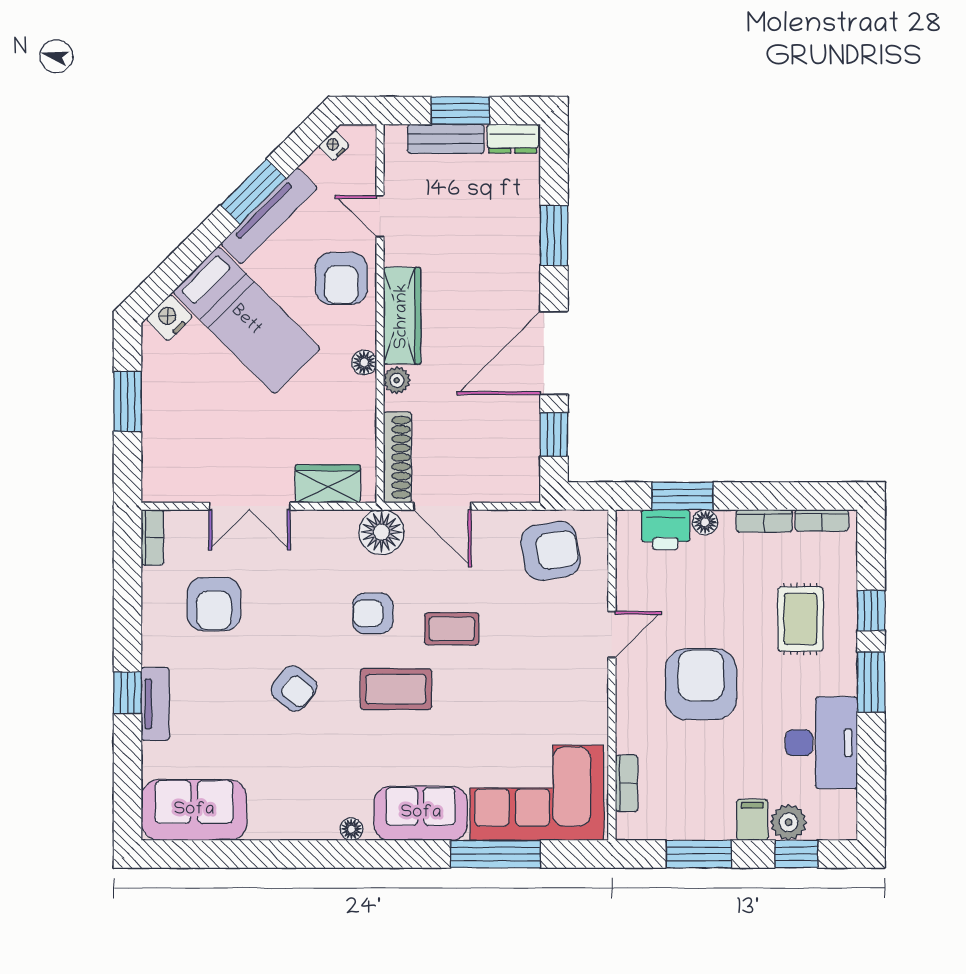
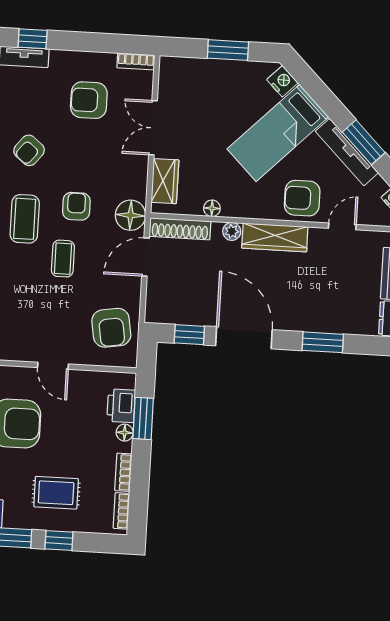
floor lamp: (364, 362) -> (212, 208), moved

